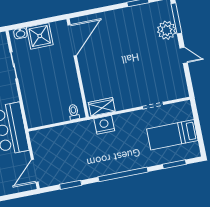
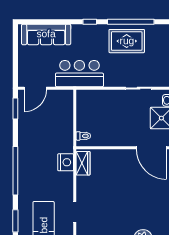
door: (35, 171) -> (35, 88), swing flipped
window: (71, 185) -> (15, 108), moved

